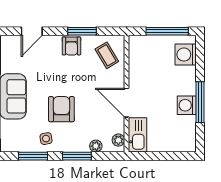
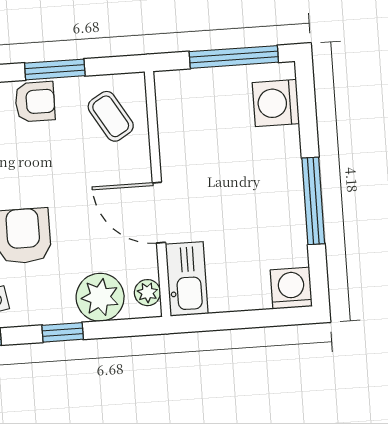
armchair: (71, 46) -> (35, 102), turned -90
washing machine: (187, 105) -> (291, 288), moved, turned 90
plant: (96, 146) -> (100, 297), width x1.87, depth x1.87
window: (77, 156) -> (63, 332), width x0.67

